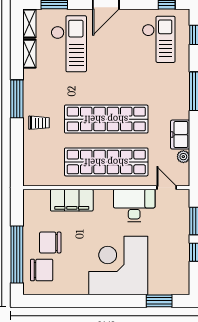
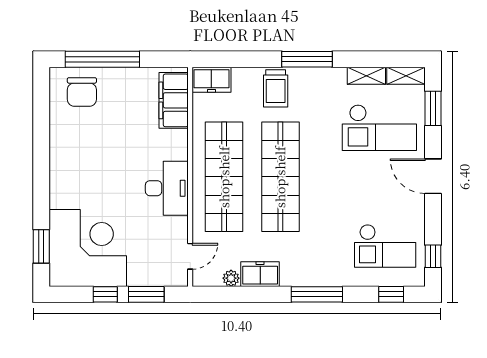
trolley: (39, 123) -> (276, 88), width x1.36, depth x1.39
freezer: (32, 171) -> (211, 80), added
filing cabinet: (72, 200) -> (174, 100), moved
desk: (134, 205) -> (167, 188), moved
chair: (50, 243) -> (118, 103), removed
corner desk: (118, 266) -> (88, 248), moved

